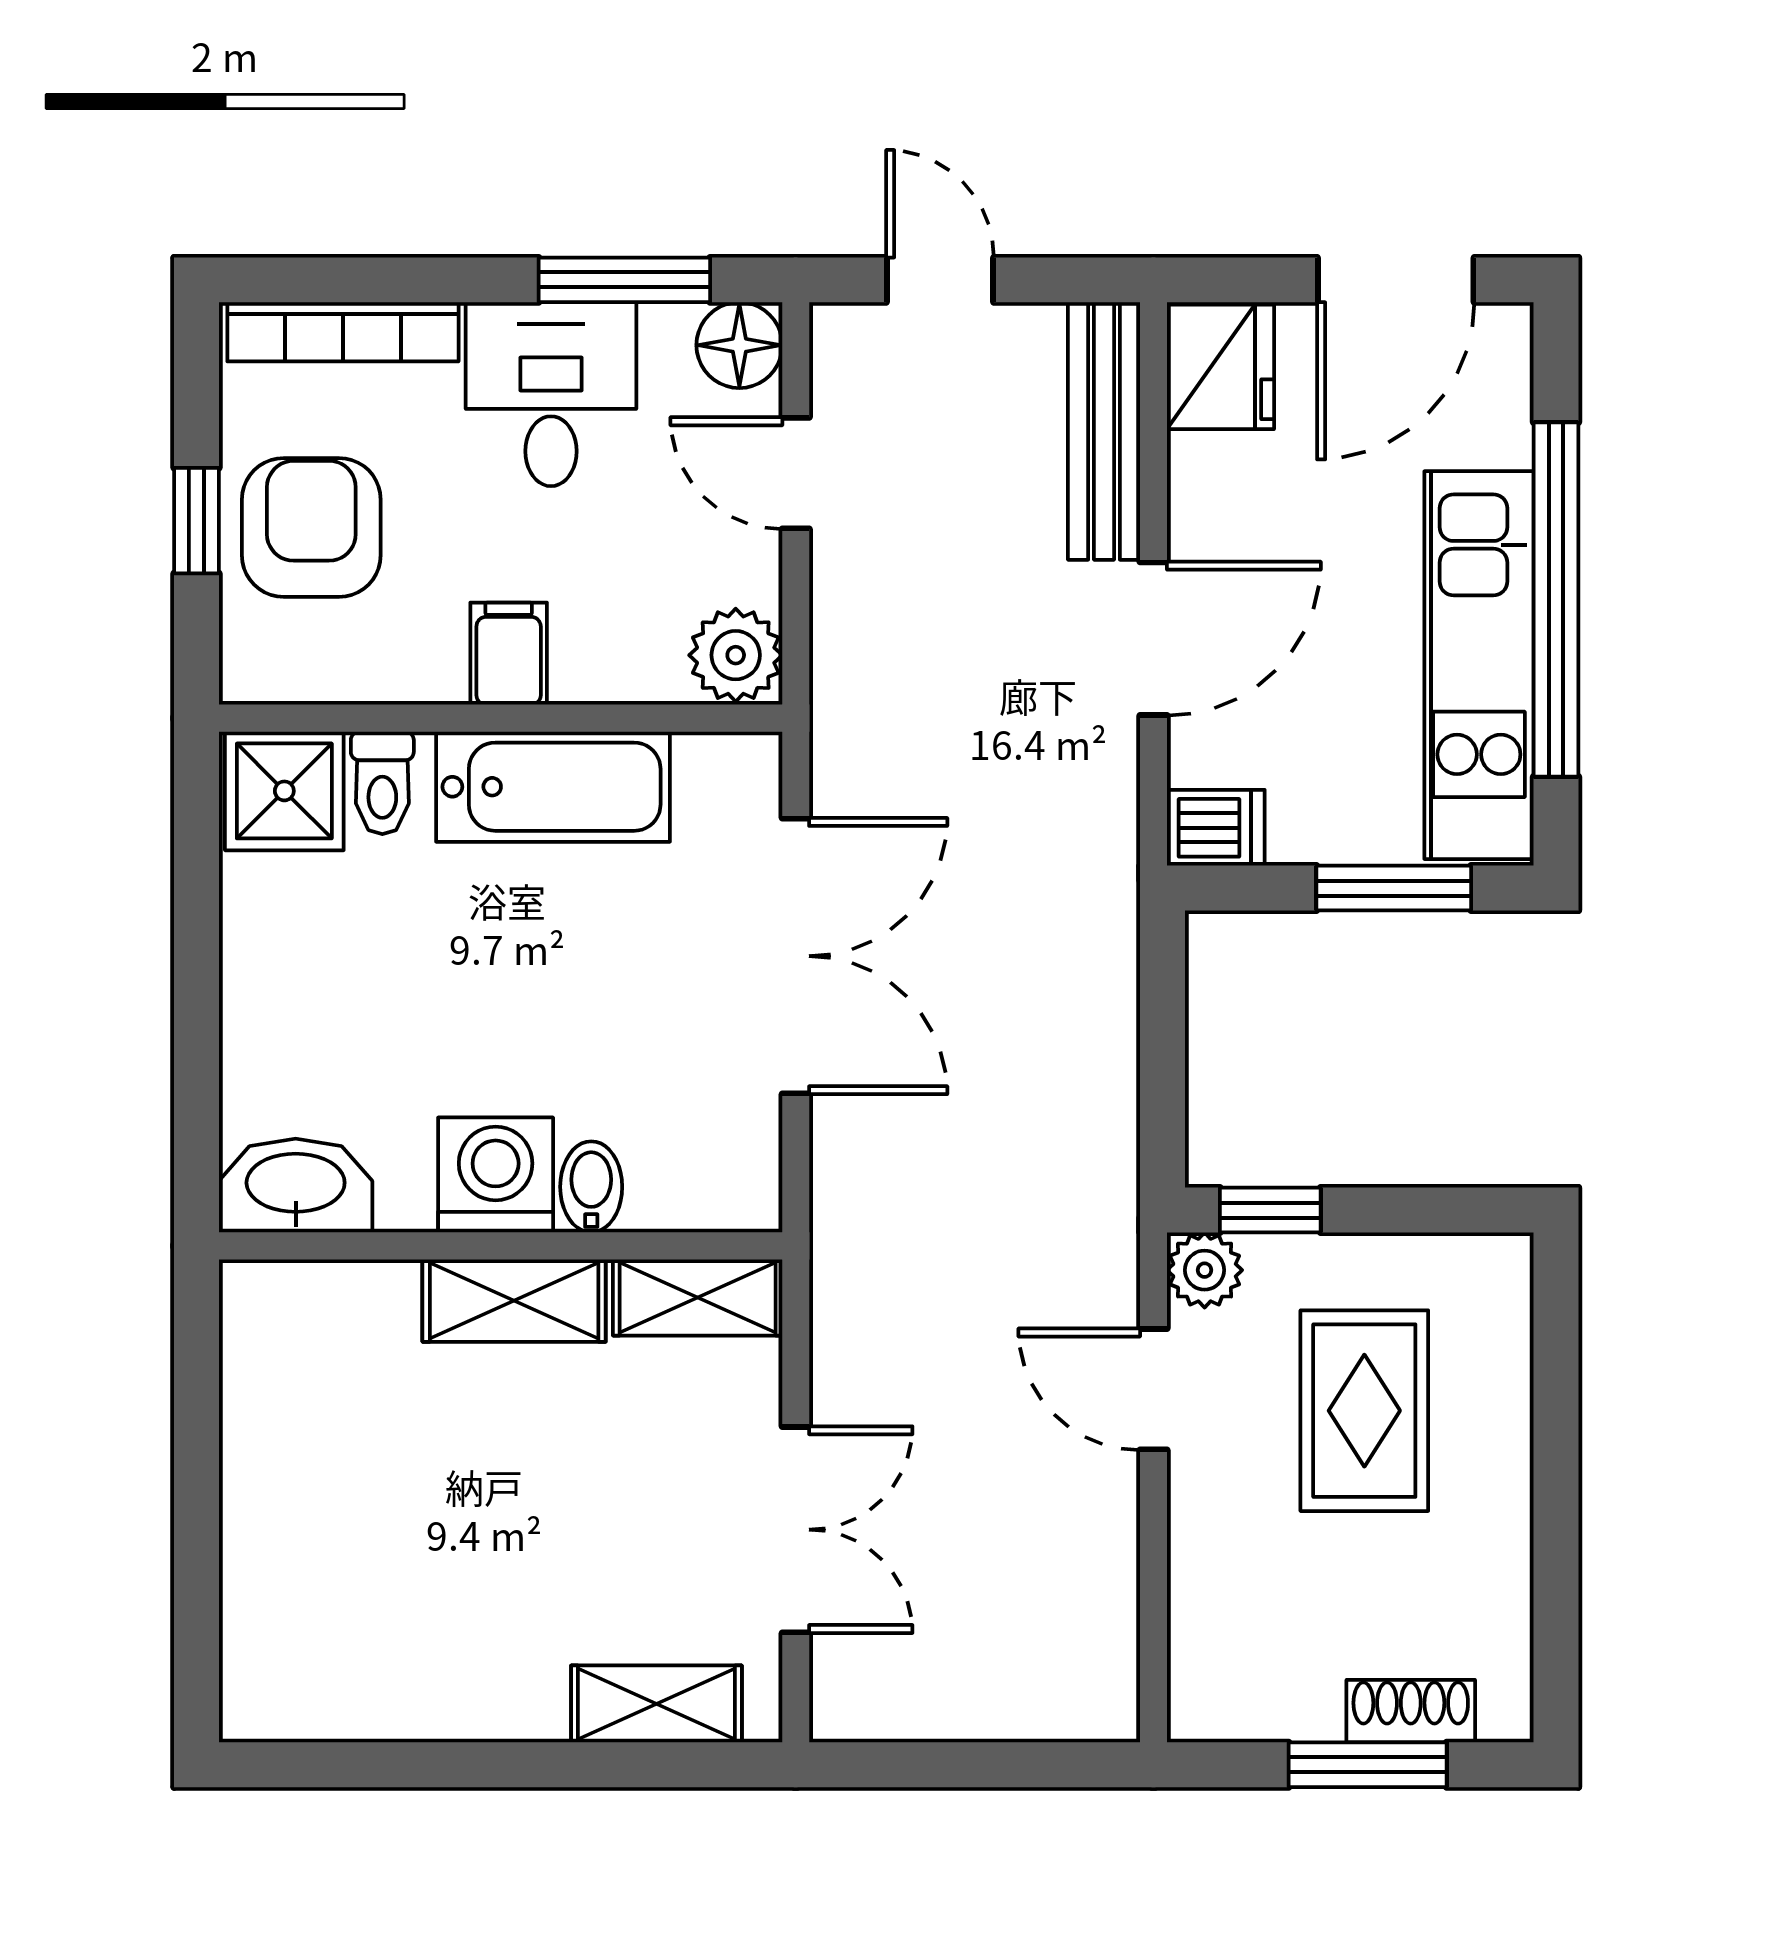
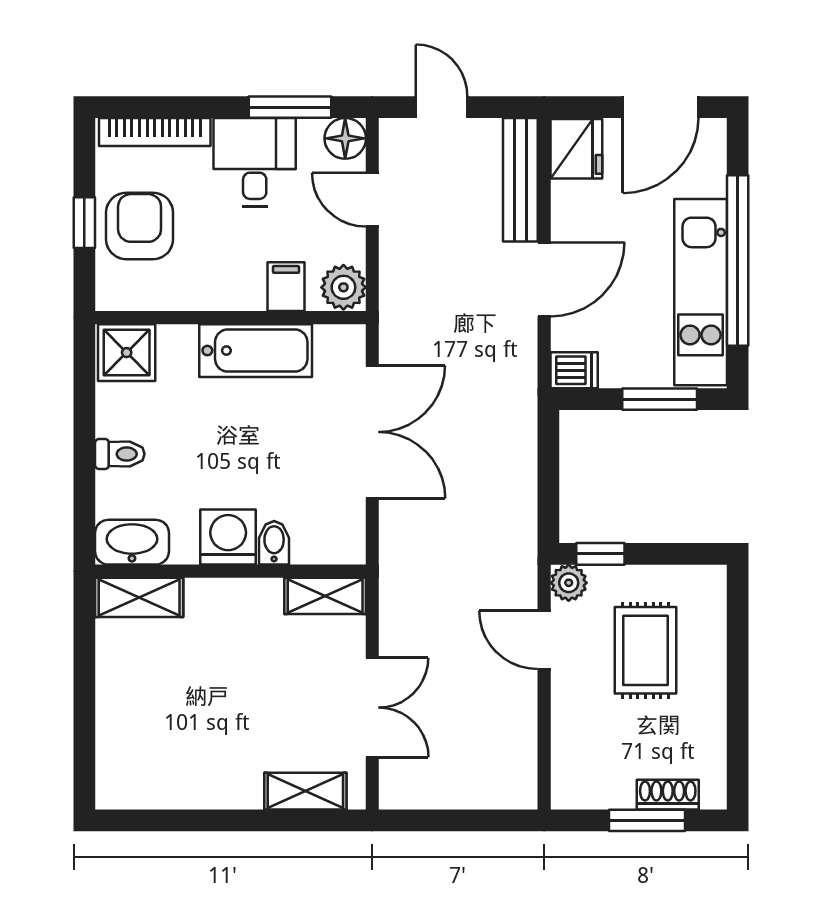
filing cabinet: (509, 654) -> (286, 287), moved
toilet: (382, 783) -> (120, 454), moved, turned -90
shelving: (514, 1301) -> (139, 597), moved

